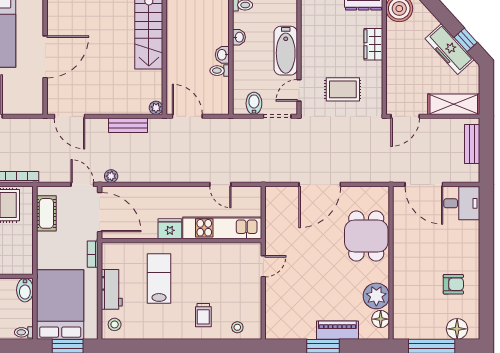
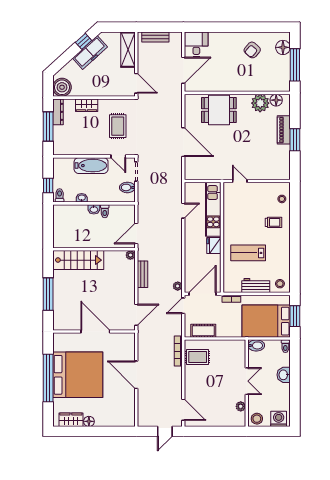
armchair: (453, 284) -> (252, 50), turned -139

